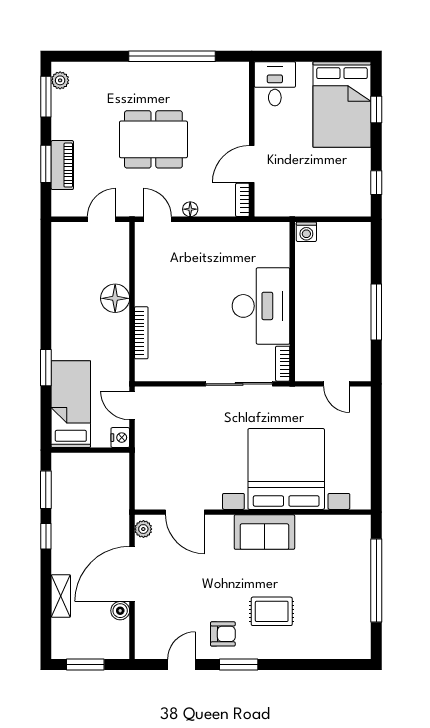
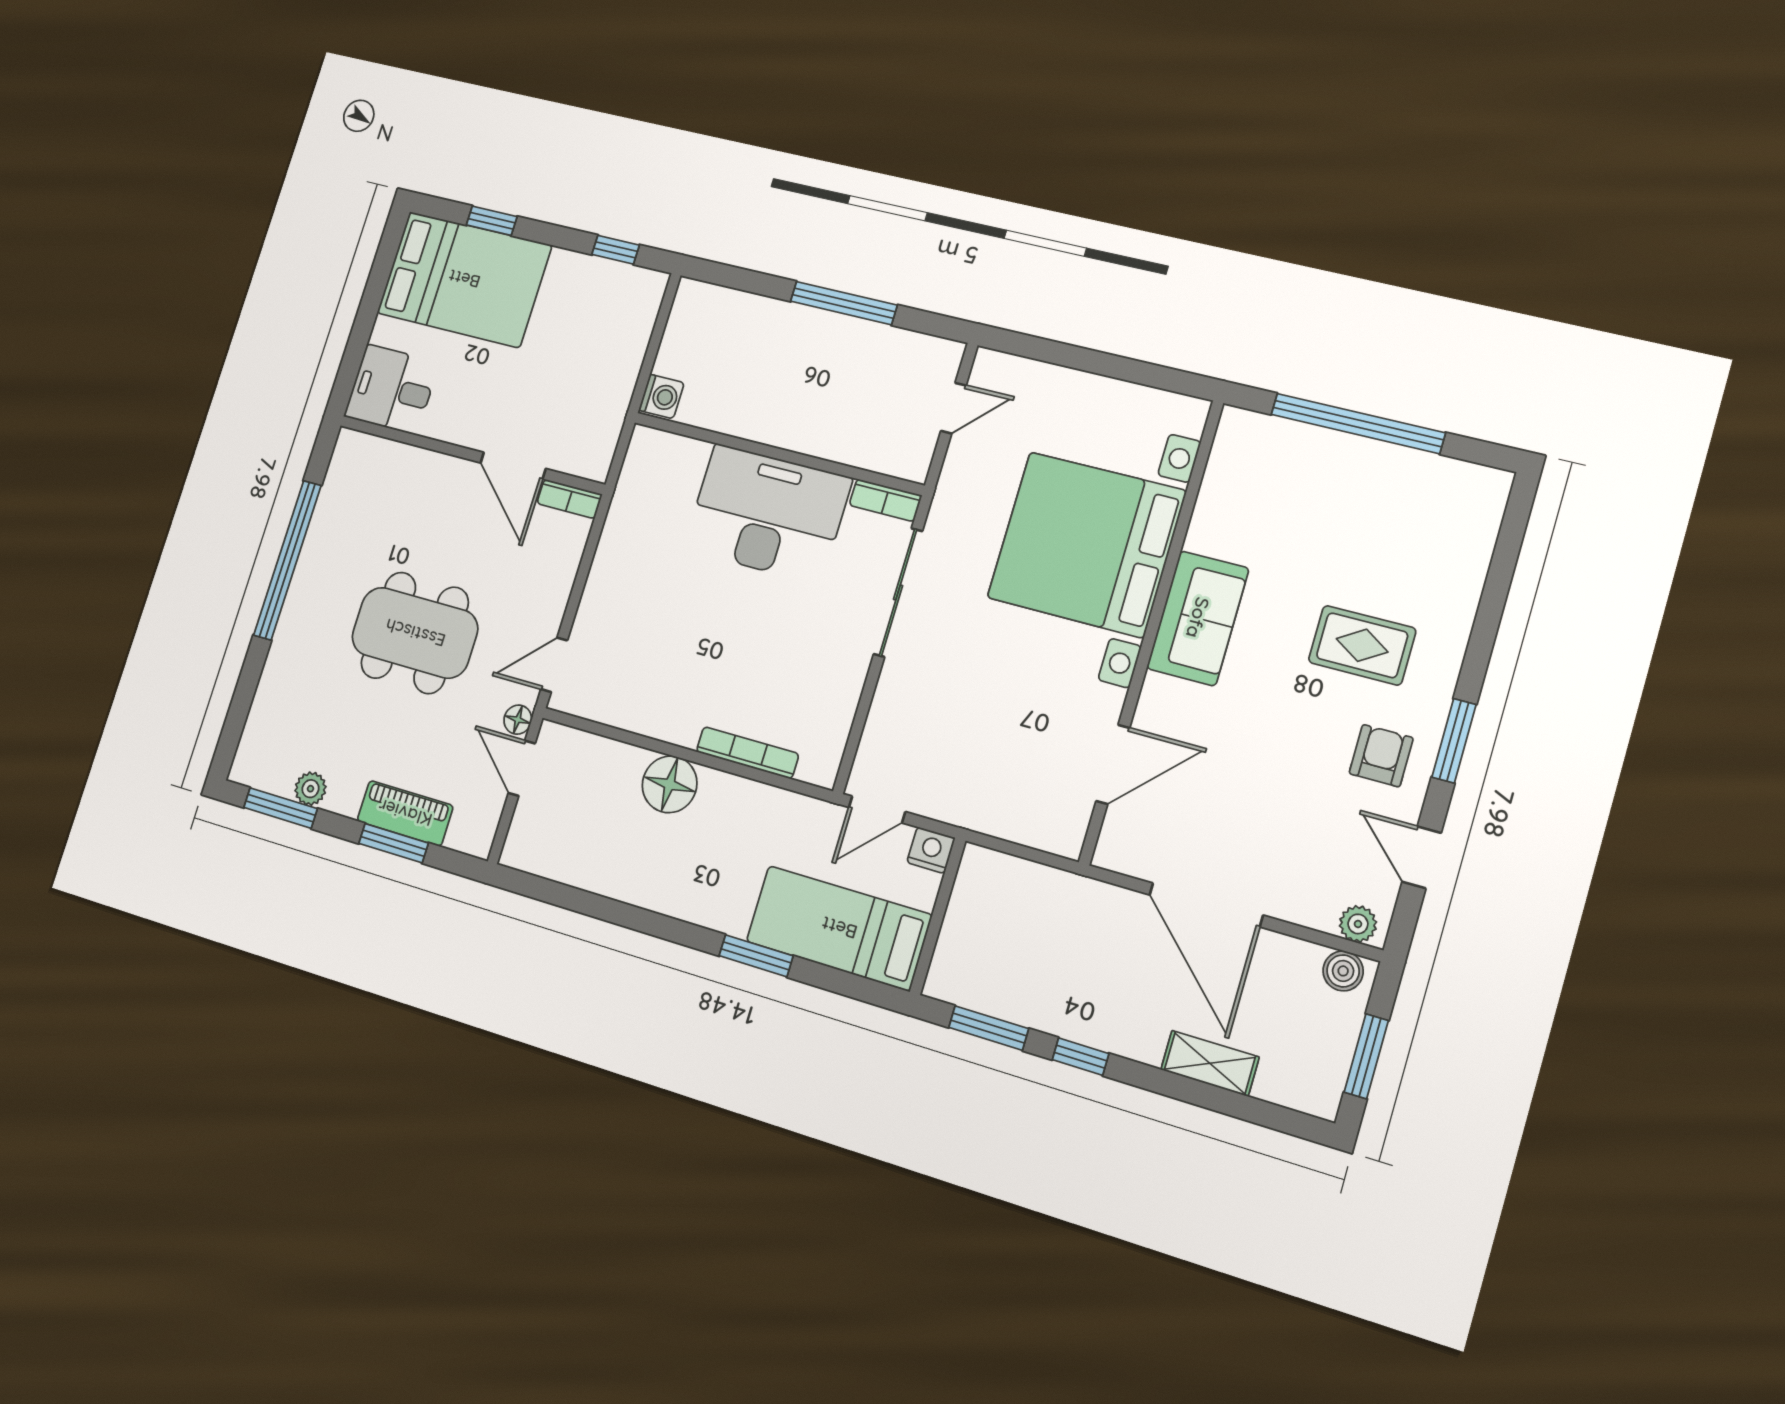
plant: (60, 80) -> (310, 789), moved
dining table: (153, 139) -> (415, 633), turned 90
floor lamp: (190, 209) -> (518, 720), moved
plant: (143, 529) -> (1358, 924), moved
boiler: (120, 611) -> (1343, 971), moved
rug: (272, 611) -> (1362, 645), turned 90

